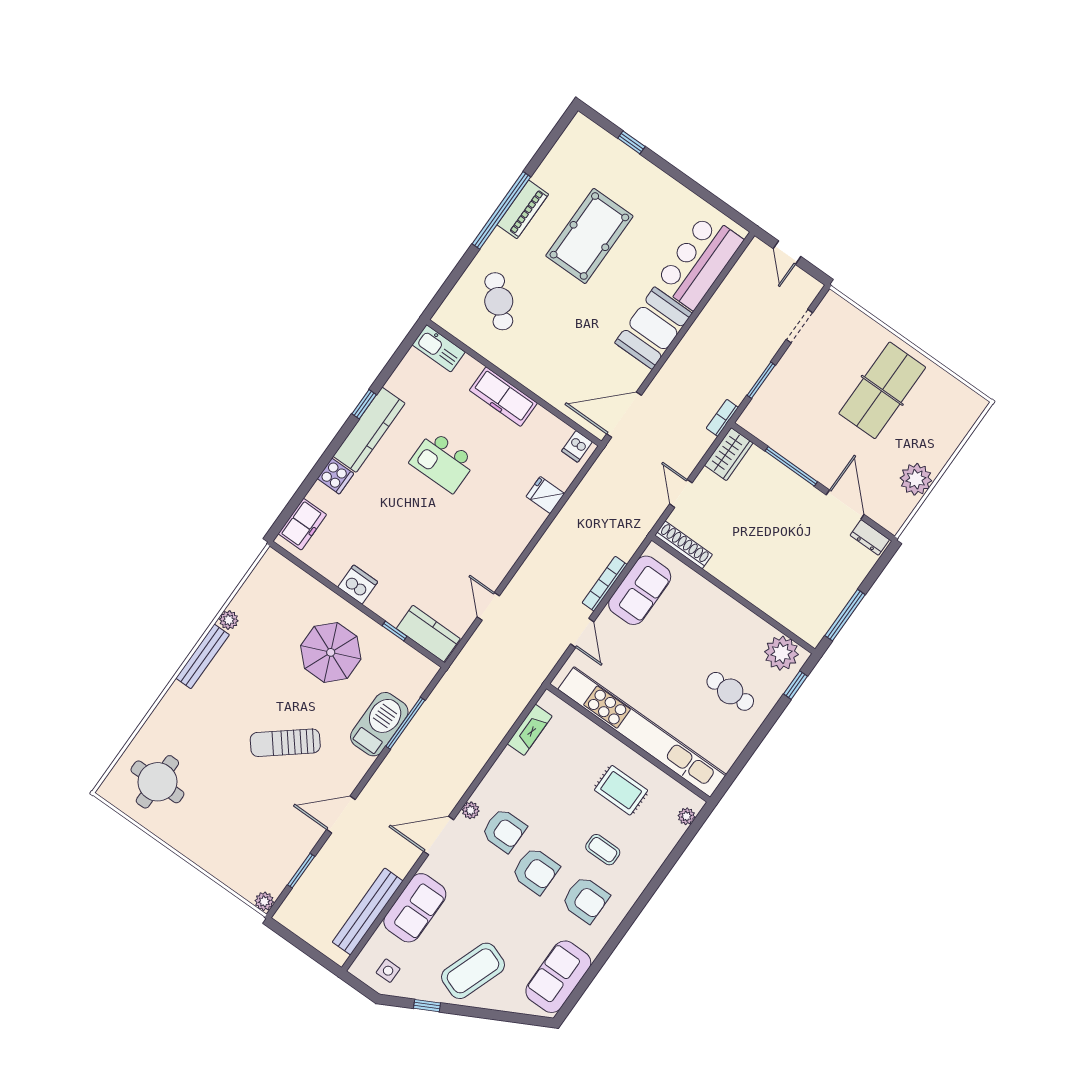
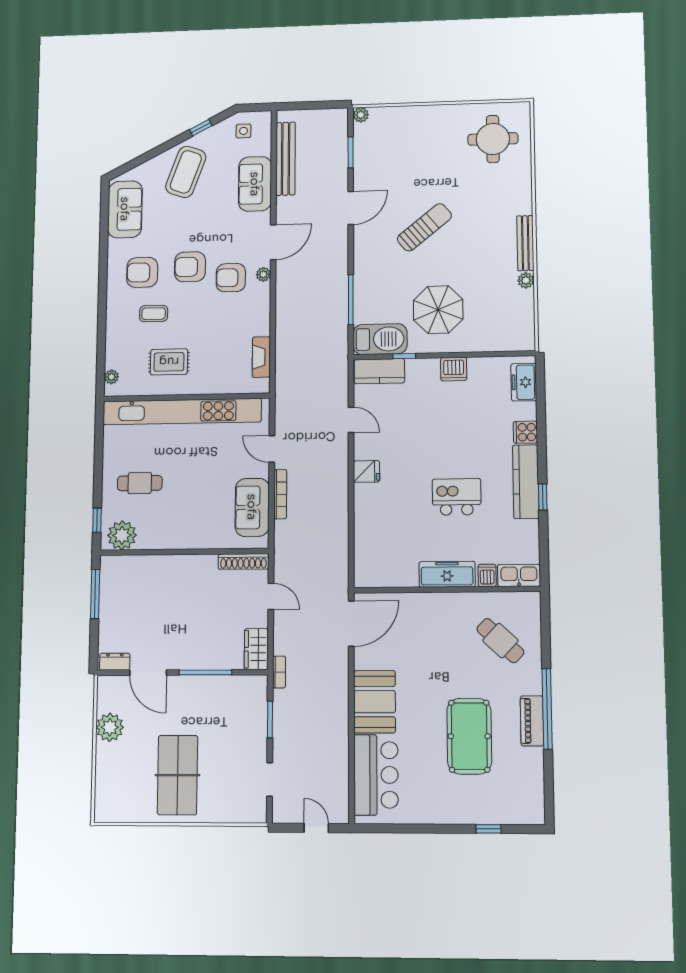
dishwasher: (577, 446) -> (487, 575), moved
fridge: (545, 495) -> (366, 471), moved
barbecue: (379, 724) -> (380, 339), moved, turned -90

